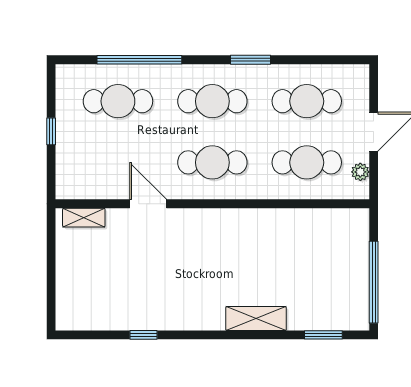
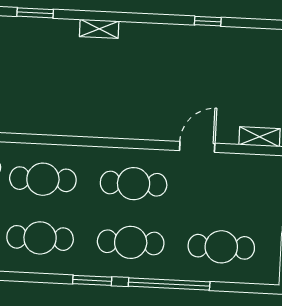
window: (139, 60) -> (169, 284), moved
door: (148, 204) -> (197, 147), swing flipped
shelving: (256, 319) -> (99, 29), width x0.67, depth x0.75

